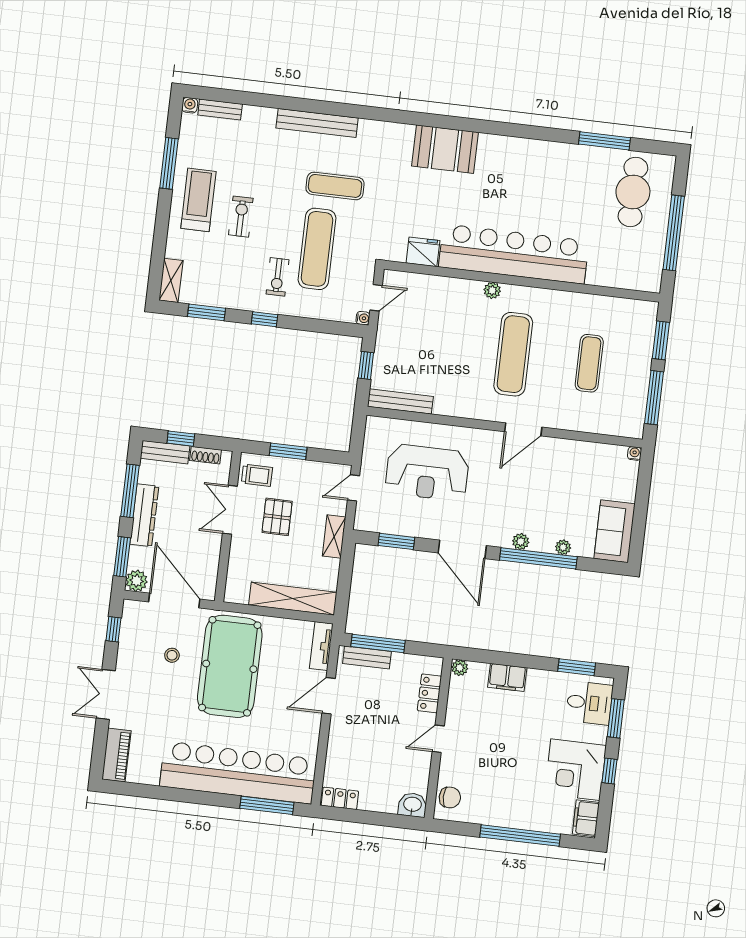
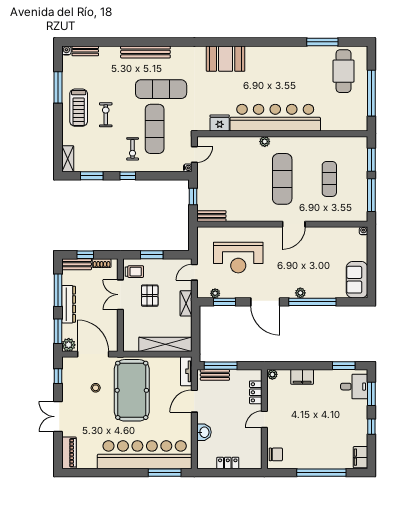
exercise mat: (335, 186) -> (161, 89), width x1.36, depth x1.45
treadmill: (198, 200) -> (79, 108), turned 180
bench: (400, 401) -> (211, 216), width x0.73
plant: (563, 547) -> (215, 293), moved
corner desk: (575, 770) -> (350, 428), removed
locker: (340, 798) -> (228, 463), moved
washbasin: (412, 805) -> (204, 432), moved, turned 90

